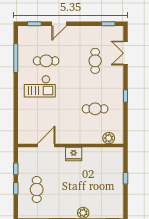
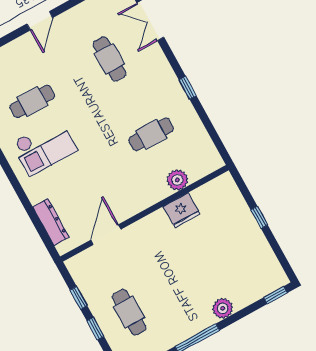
door: (59, 24) -> (40, 21), moved
dresser: (23, 125) -> (51, 222), added
plant: (109, 138) -> (177, 180), moved
fridge: (74, 154) -> (182, 210), moved

